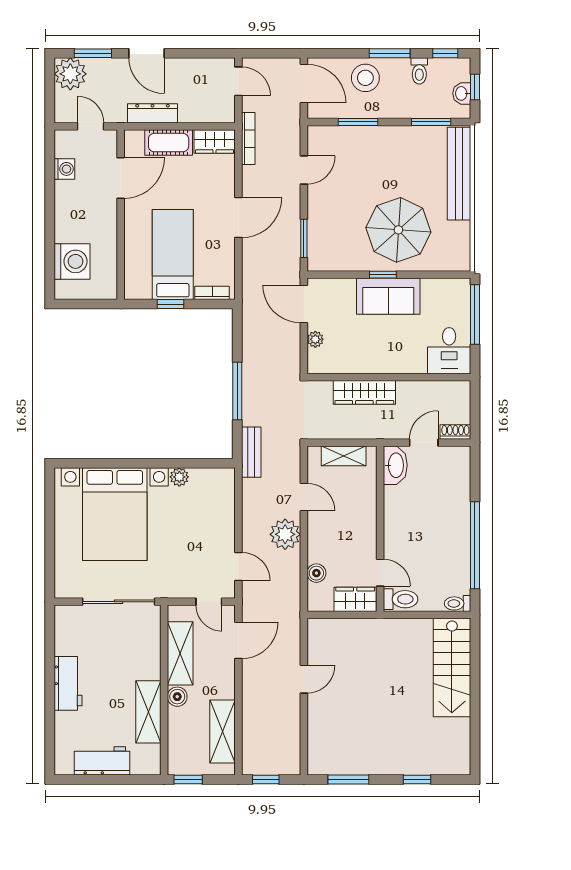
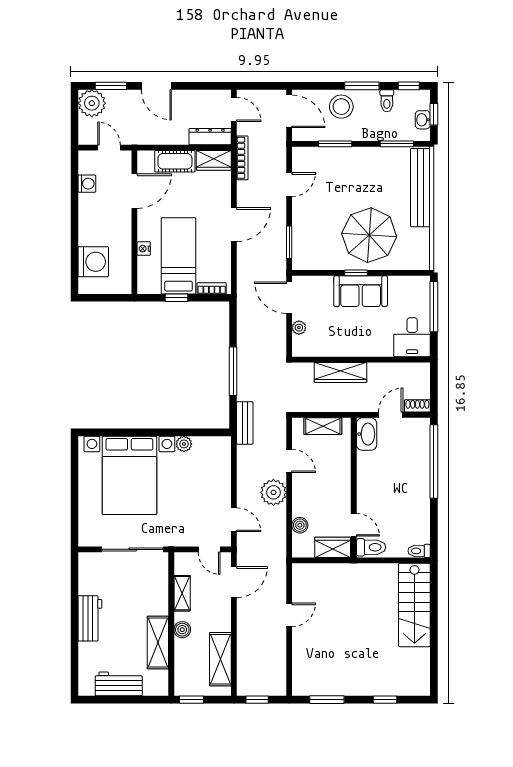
dresser: (152, 113) -> (210, 137), moved
nightstand: (132, 246) -> (144, 249), added
window: (475, 545) -> (434, 461), moved
shelving: (180, 653) -> (182, 593), width x0.67, depth x0.75

